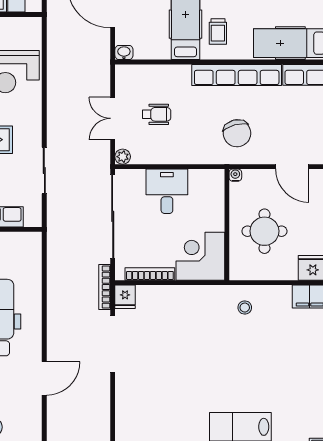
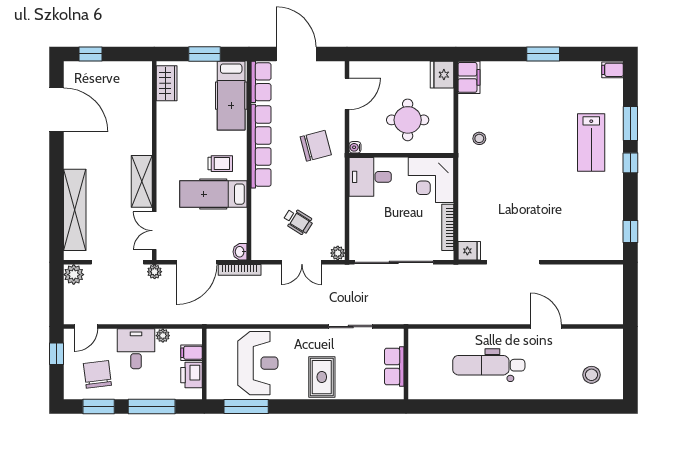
wheelchair: (157, 114) -> (298, 221), turned 122
desk: (167, 191) -> (370, 177), moved
bookcase: (105, 287) -> (240, 270), moved

